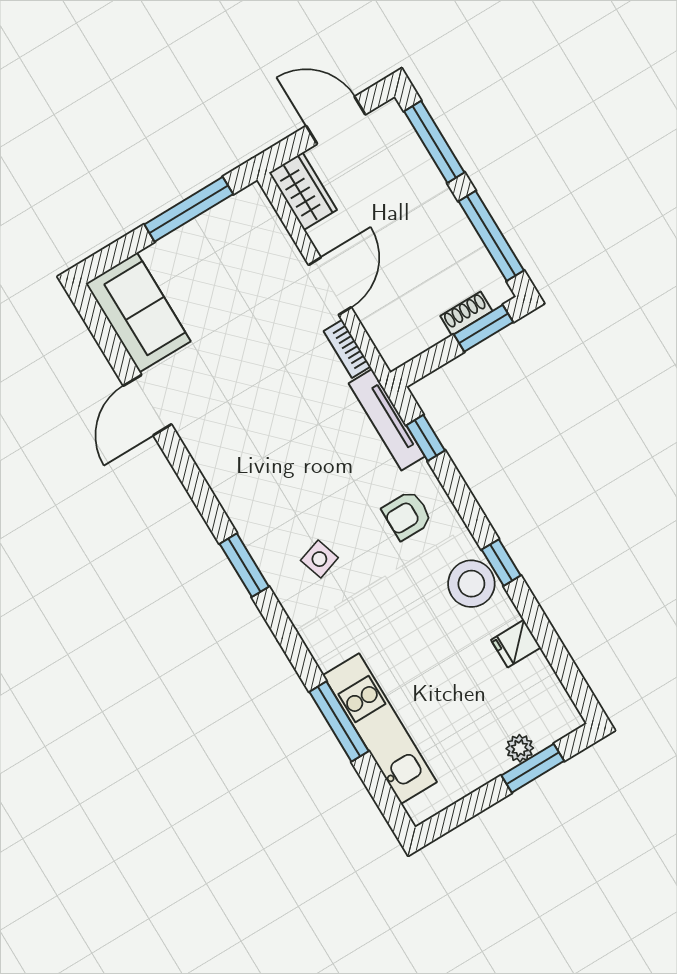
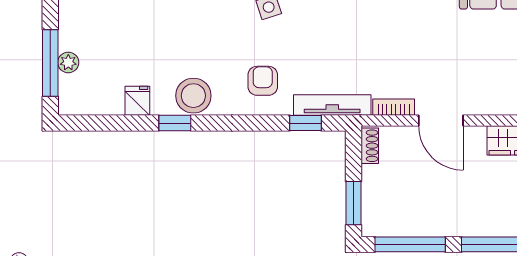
shoe rack: (466, 313) -> (370, 146), moved
window: (501, 563) -> (175, 123), moved
window: (533, 768) -> (50, 63), width x1.44

